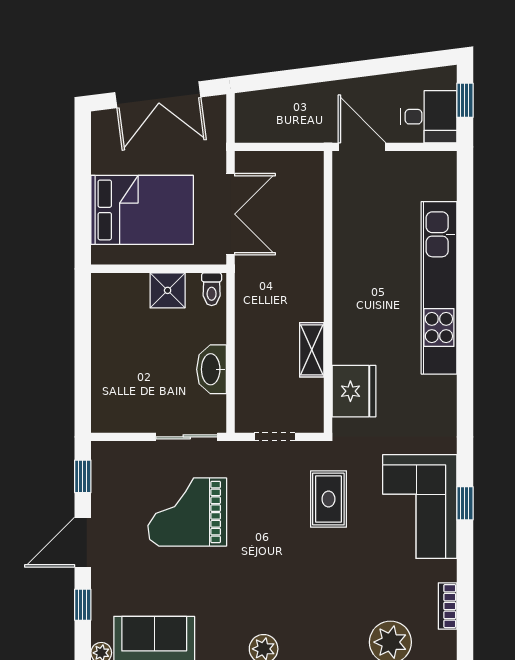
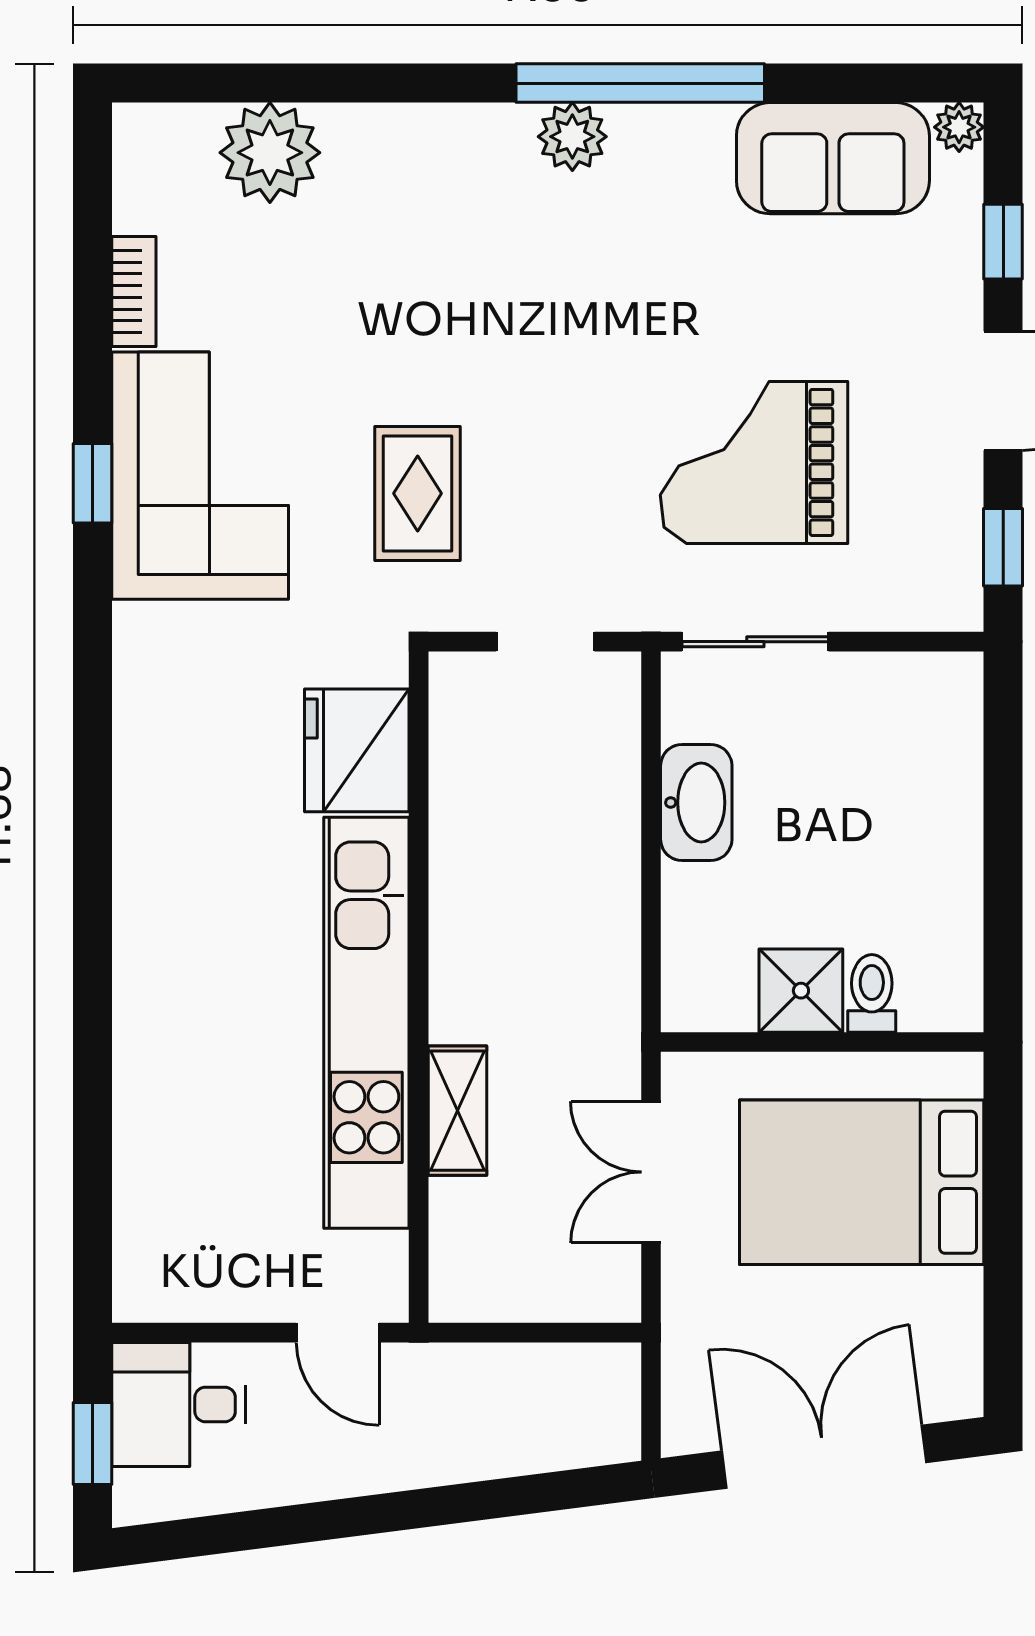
door: (362, 147) -> (338, 1333), width x0.73
double door: (231, 214) -> (651, 1172), width x0.73
kitchen unit: (439, 288) -> (366, 1023), moved, turned 180
toilet: (212, 289) -> (872, 993), moved
shelving: (312, 350) -> (457, 1111), moved
grand piano: (187, 512) -> (754, 462), turned 180
bookcase: (448, 606) -> (134, 291), moved

